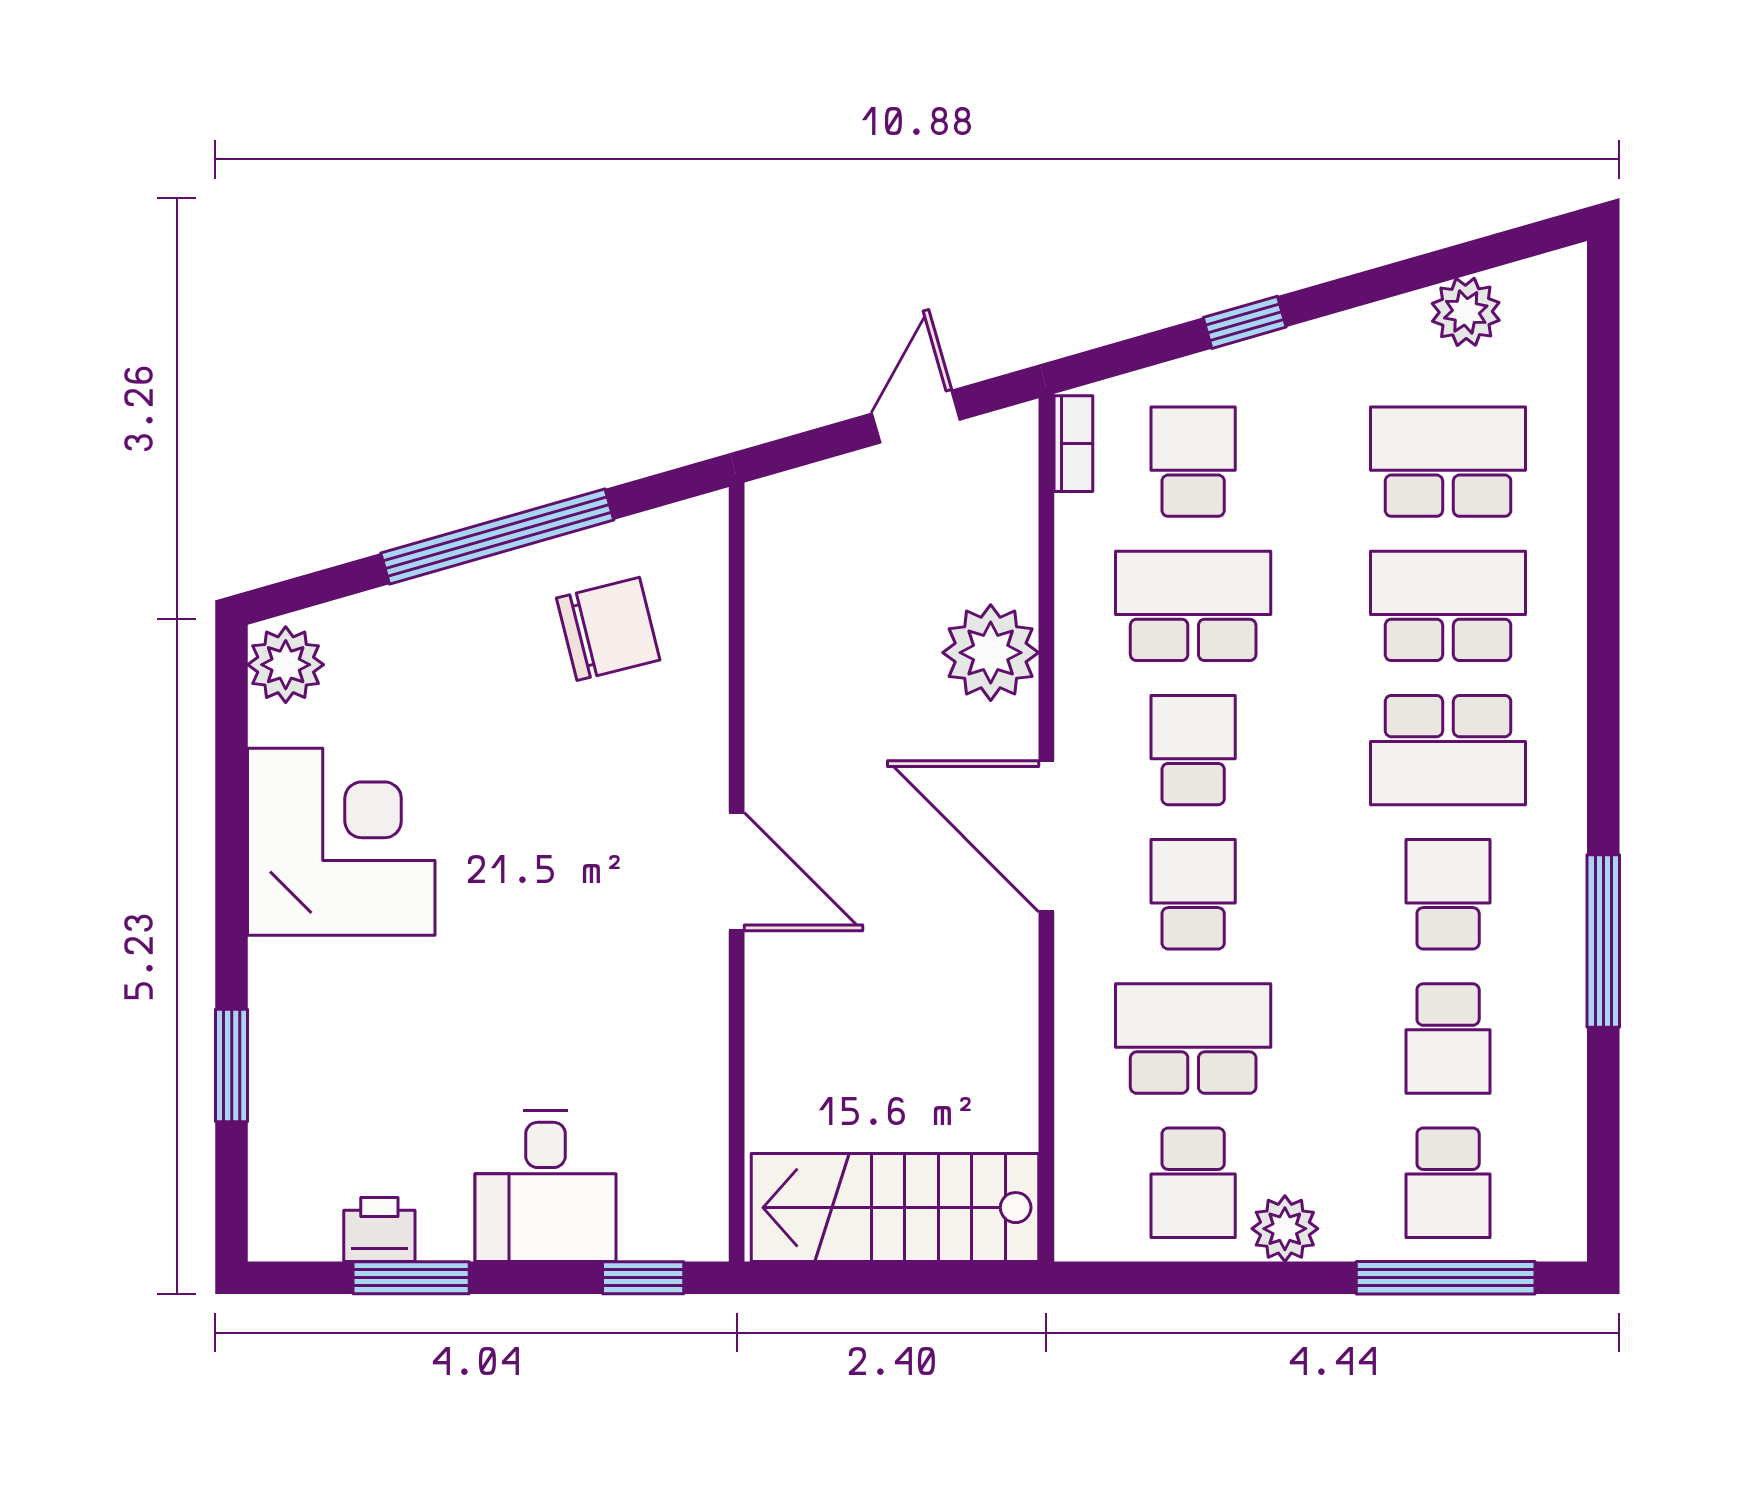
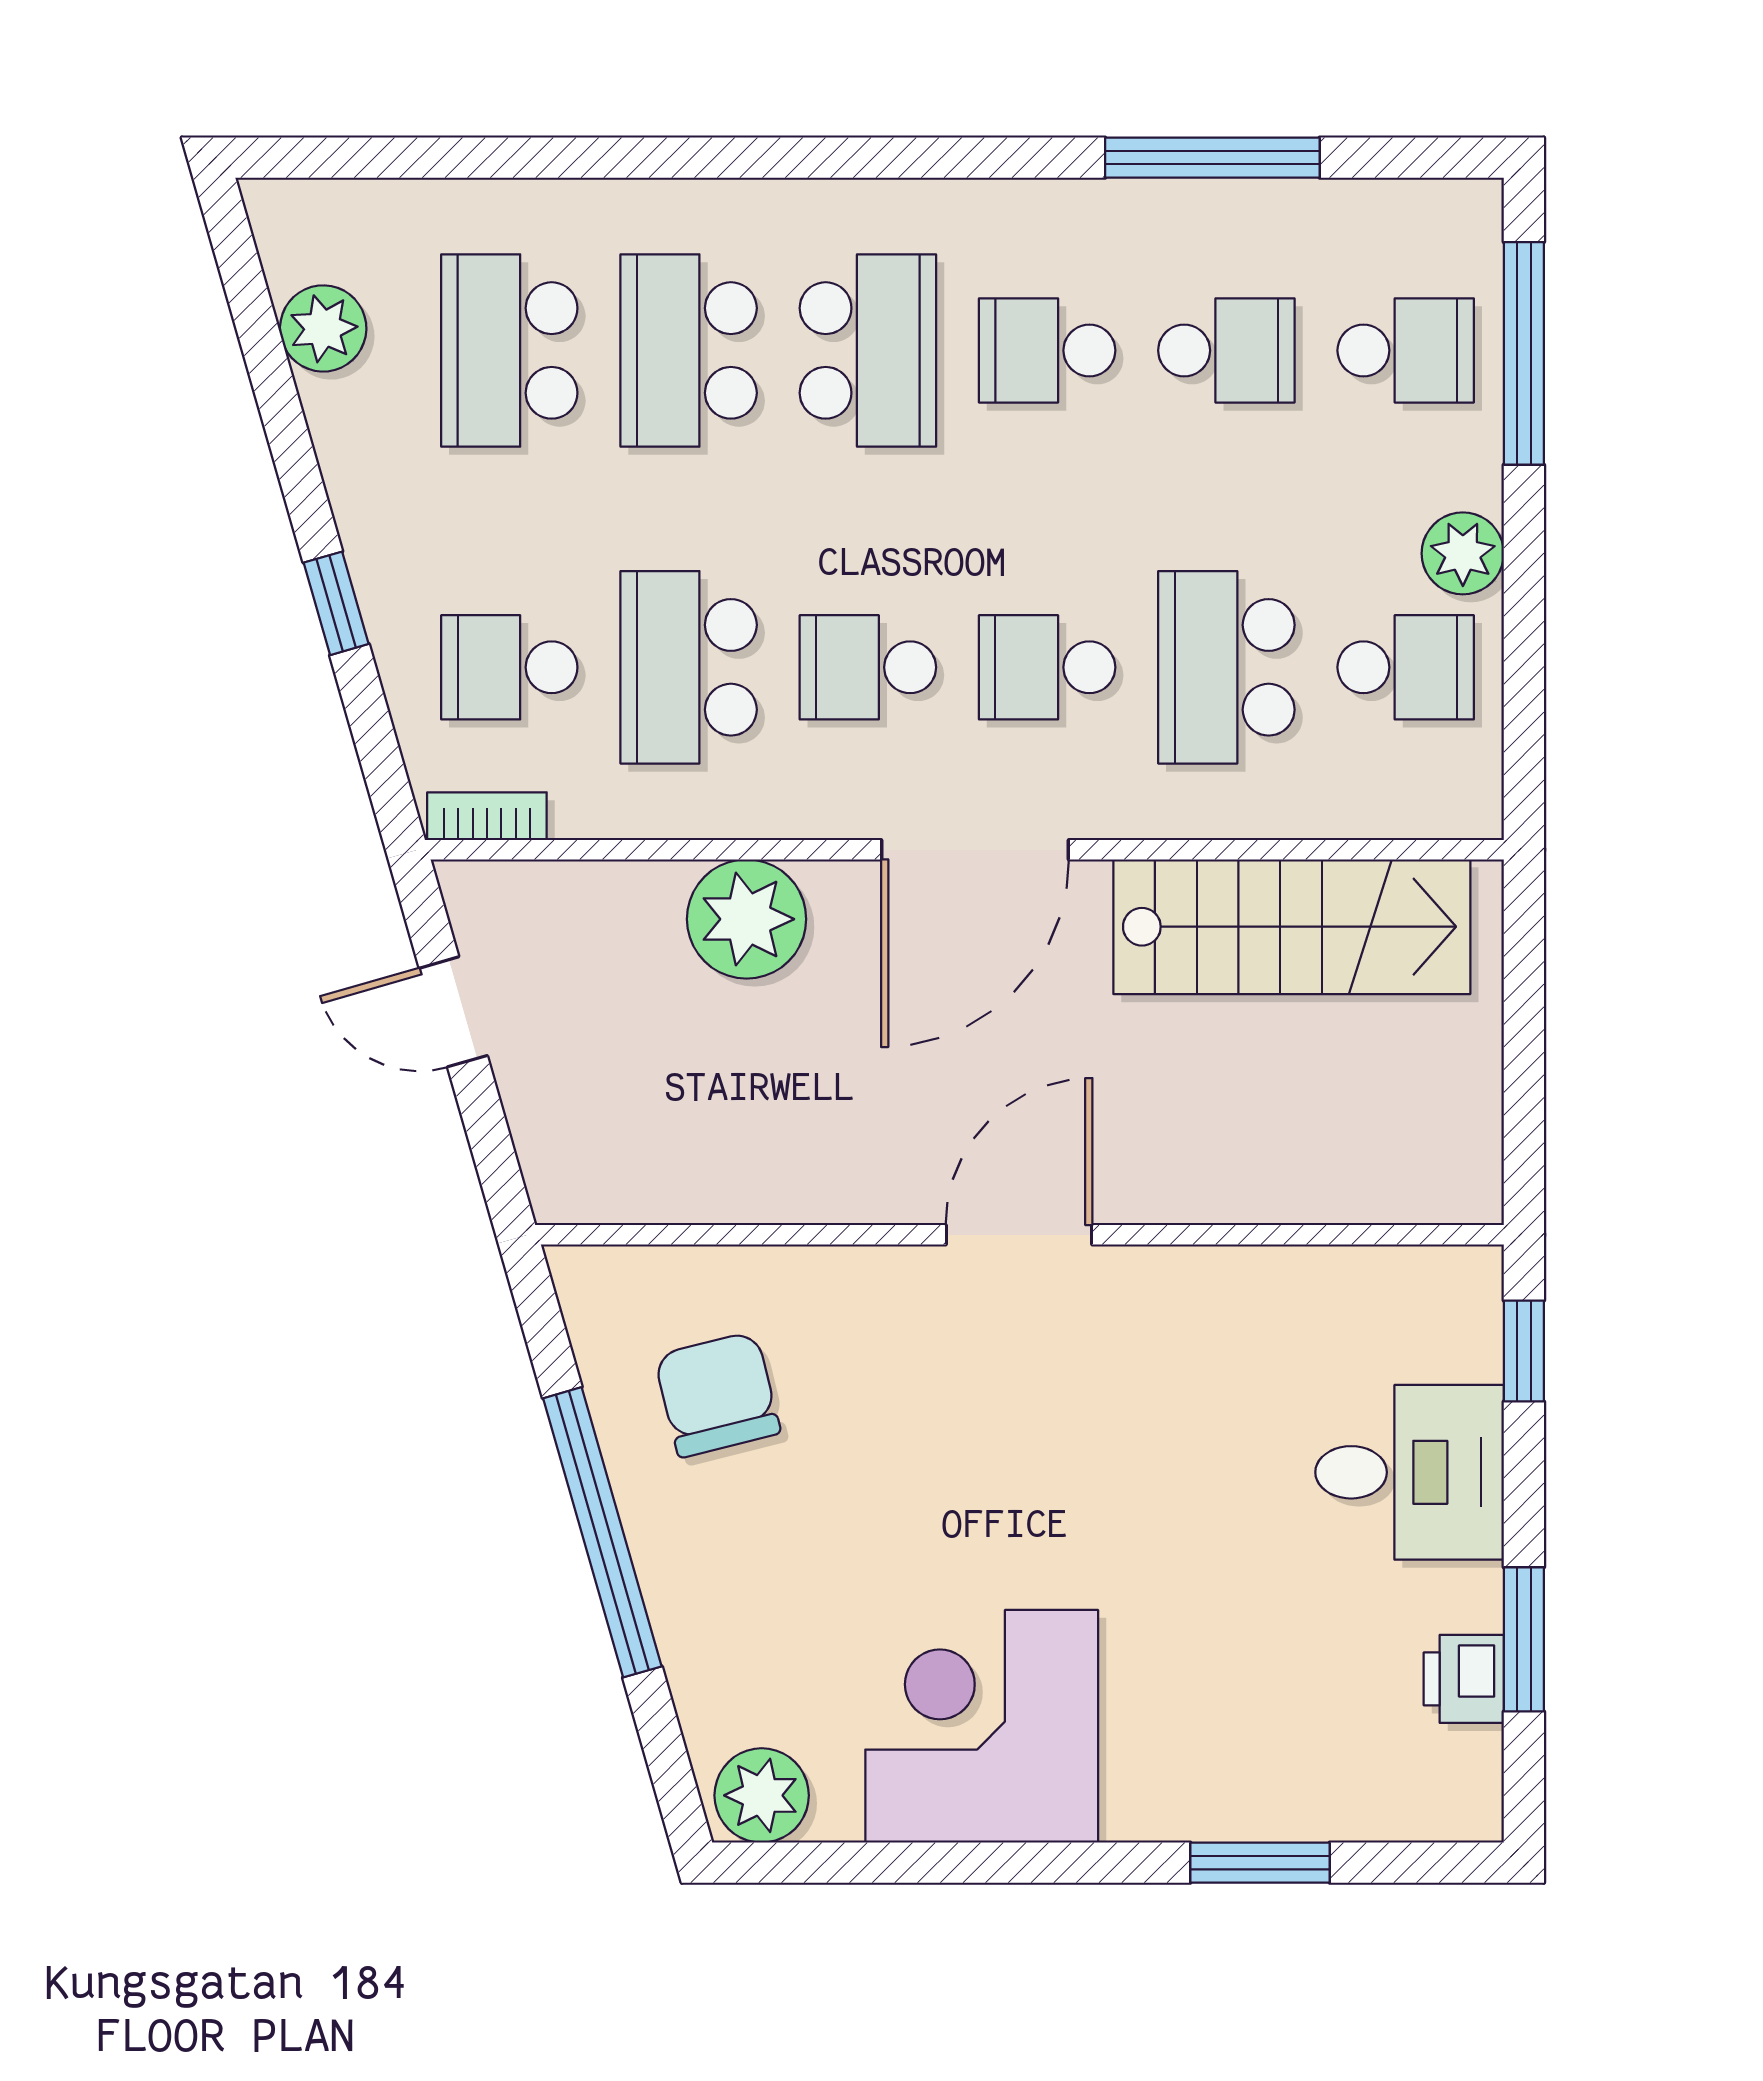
window: (1603, 941) -> (1212, 158), moved
stairs: (895, 1208) -> (1292, 927), moved, turned -90

